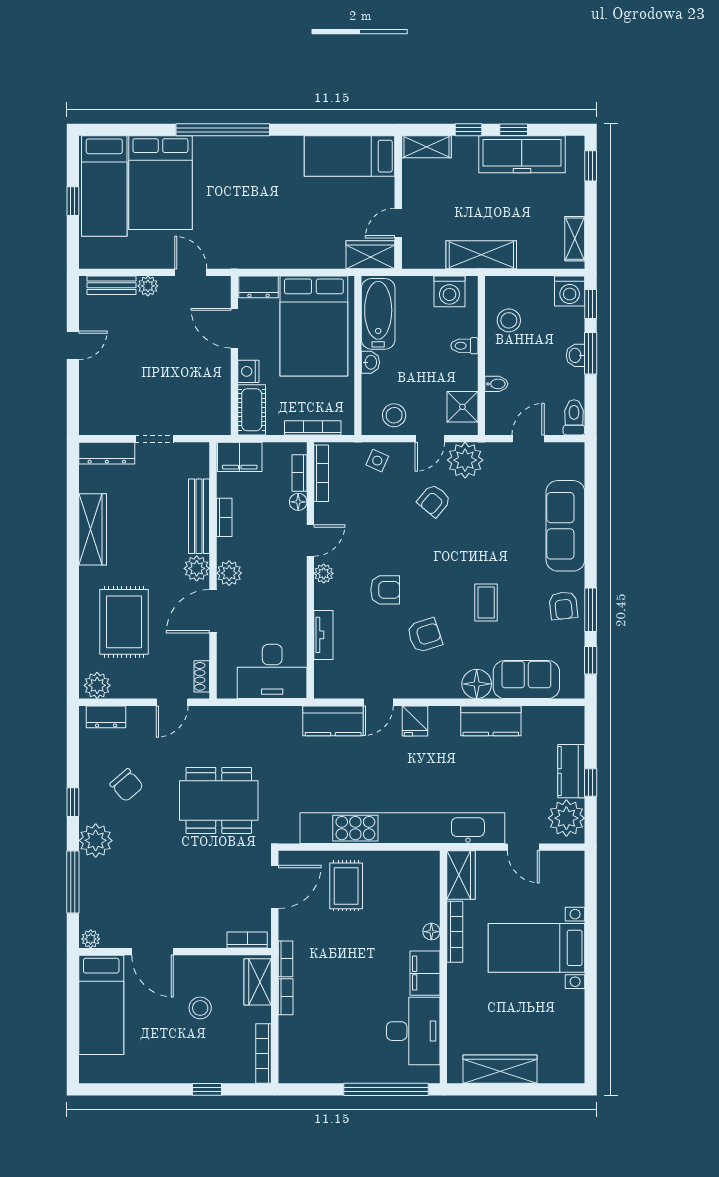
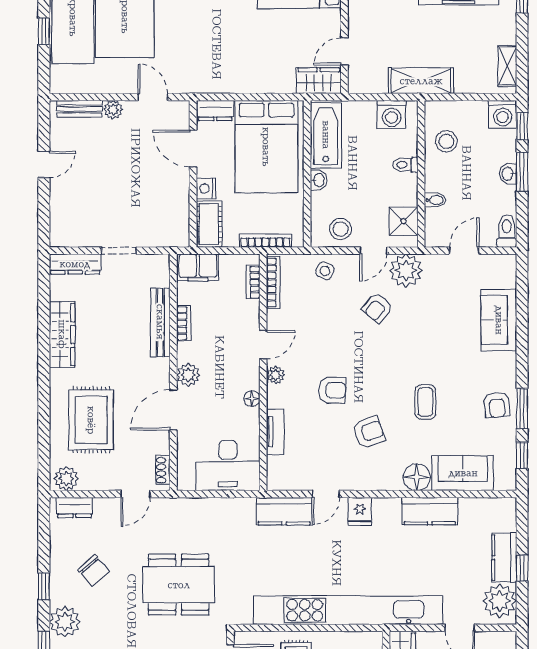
floor lamp: (298, 502) -> (252, 399), moved
sofa: (565, 526) -> (499, 320), width x0.73
plant: (197, 568) -> (158, 370), removed

